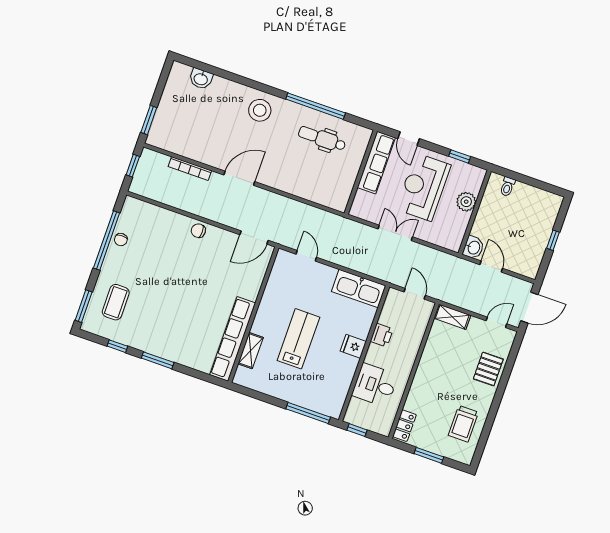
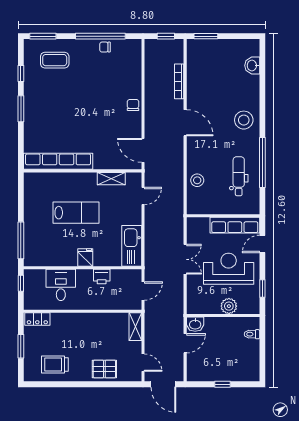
stool: (310, 188) -> (197, 180), added
shelving: (251, 351) -> (111, 179), moved

